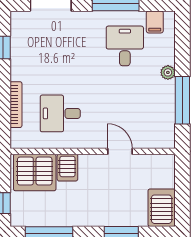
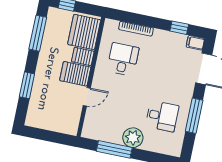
filing cabinet: (155, 22) -> (195, 43), moved
plant: (168, 72) -> (133, 138), width x1.88, depth x1.88
server rack: (162, 208) -> (75, 74), moved, turned 180

